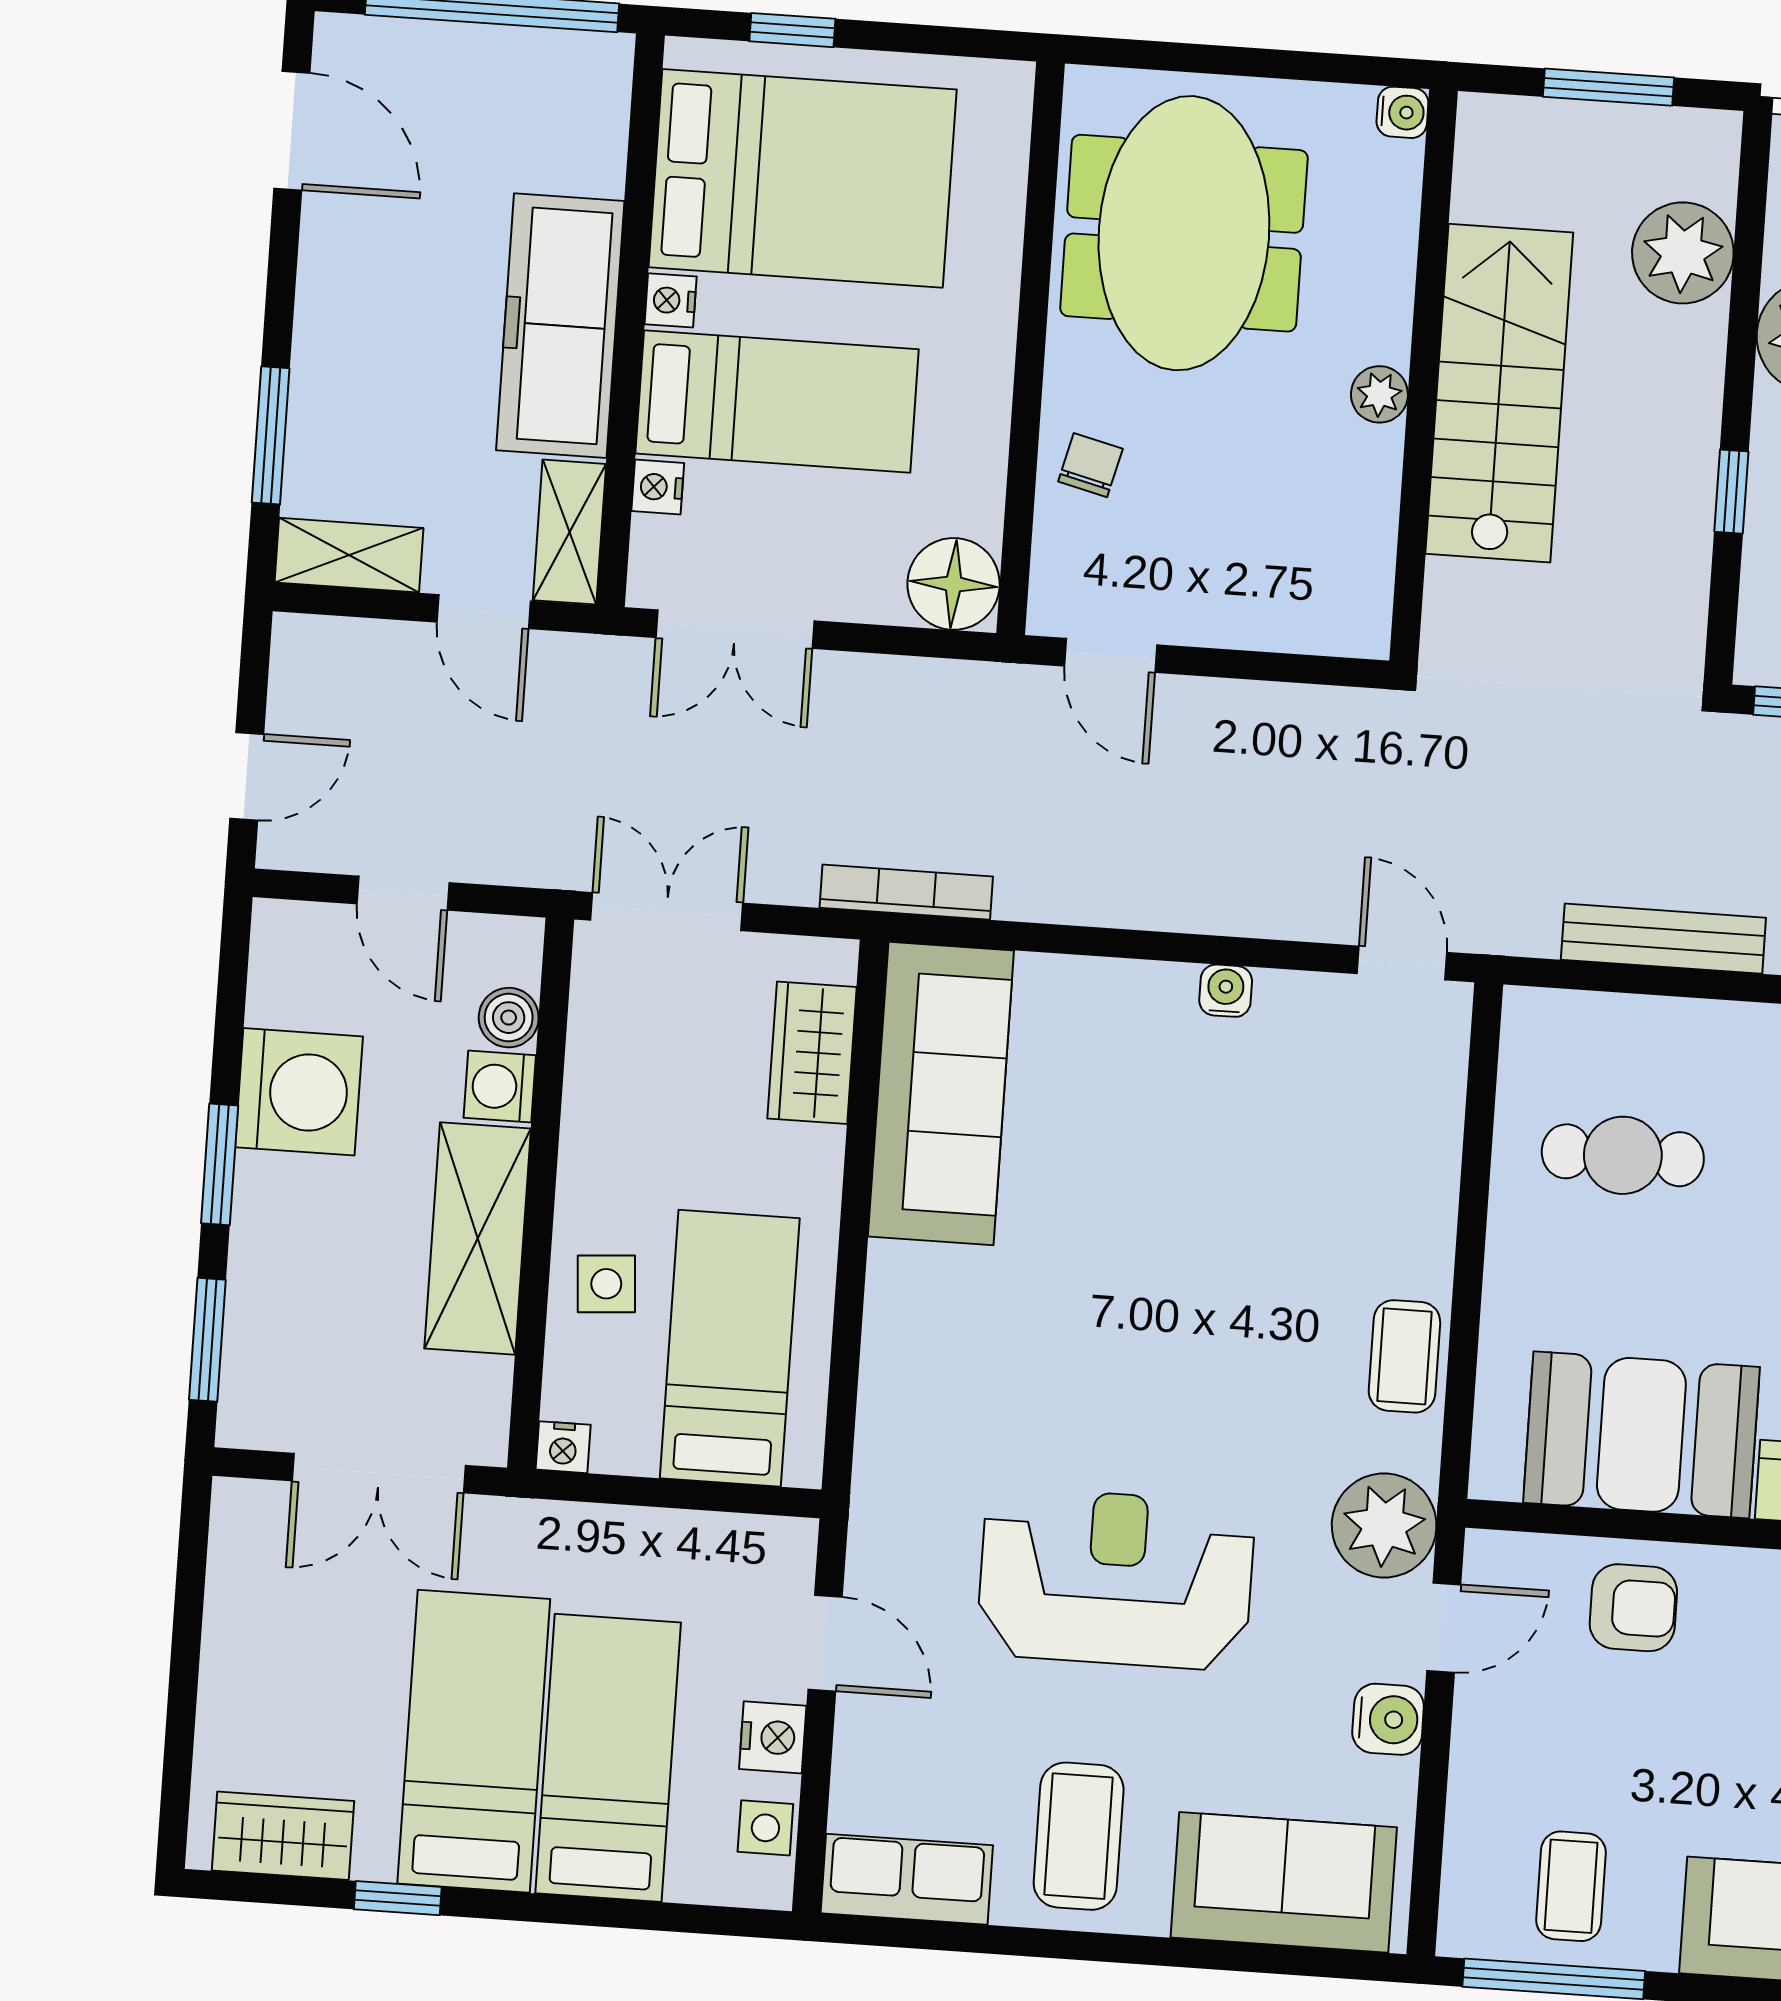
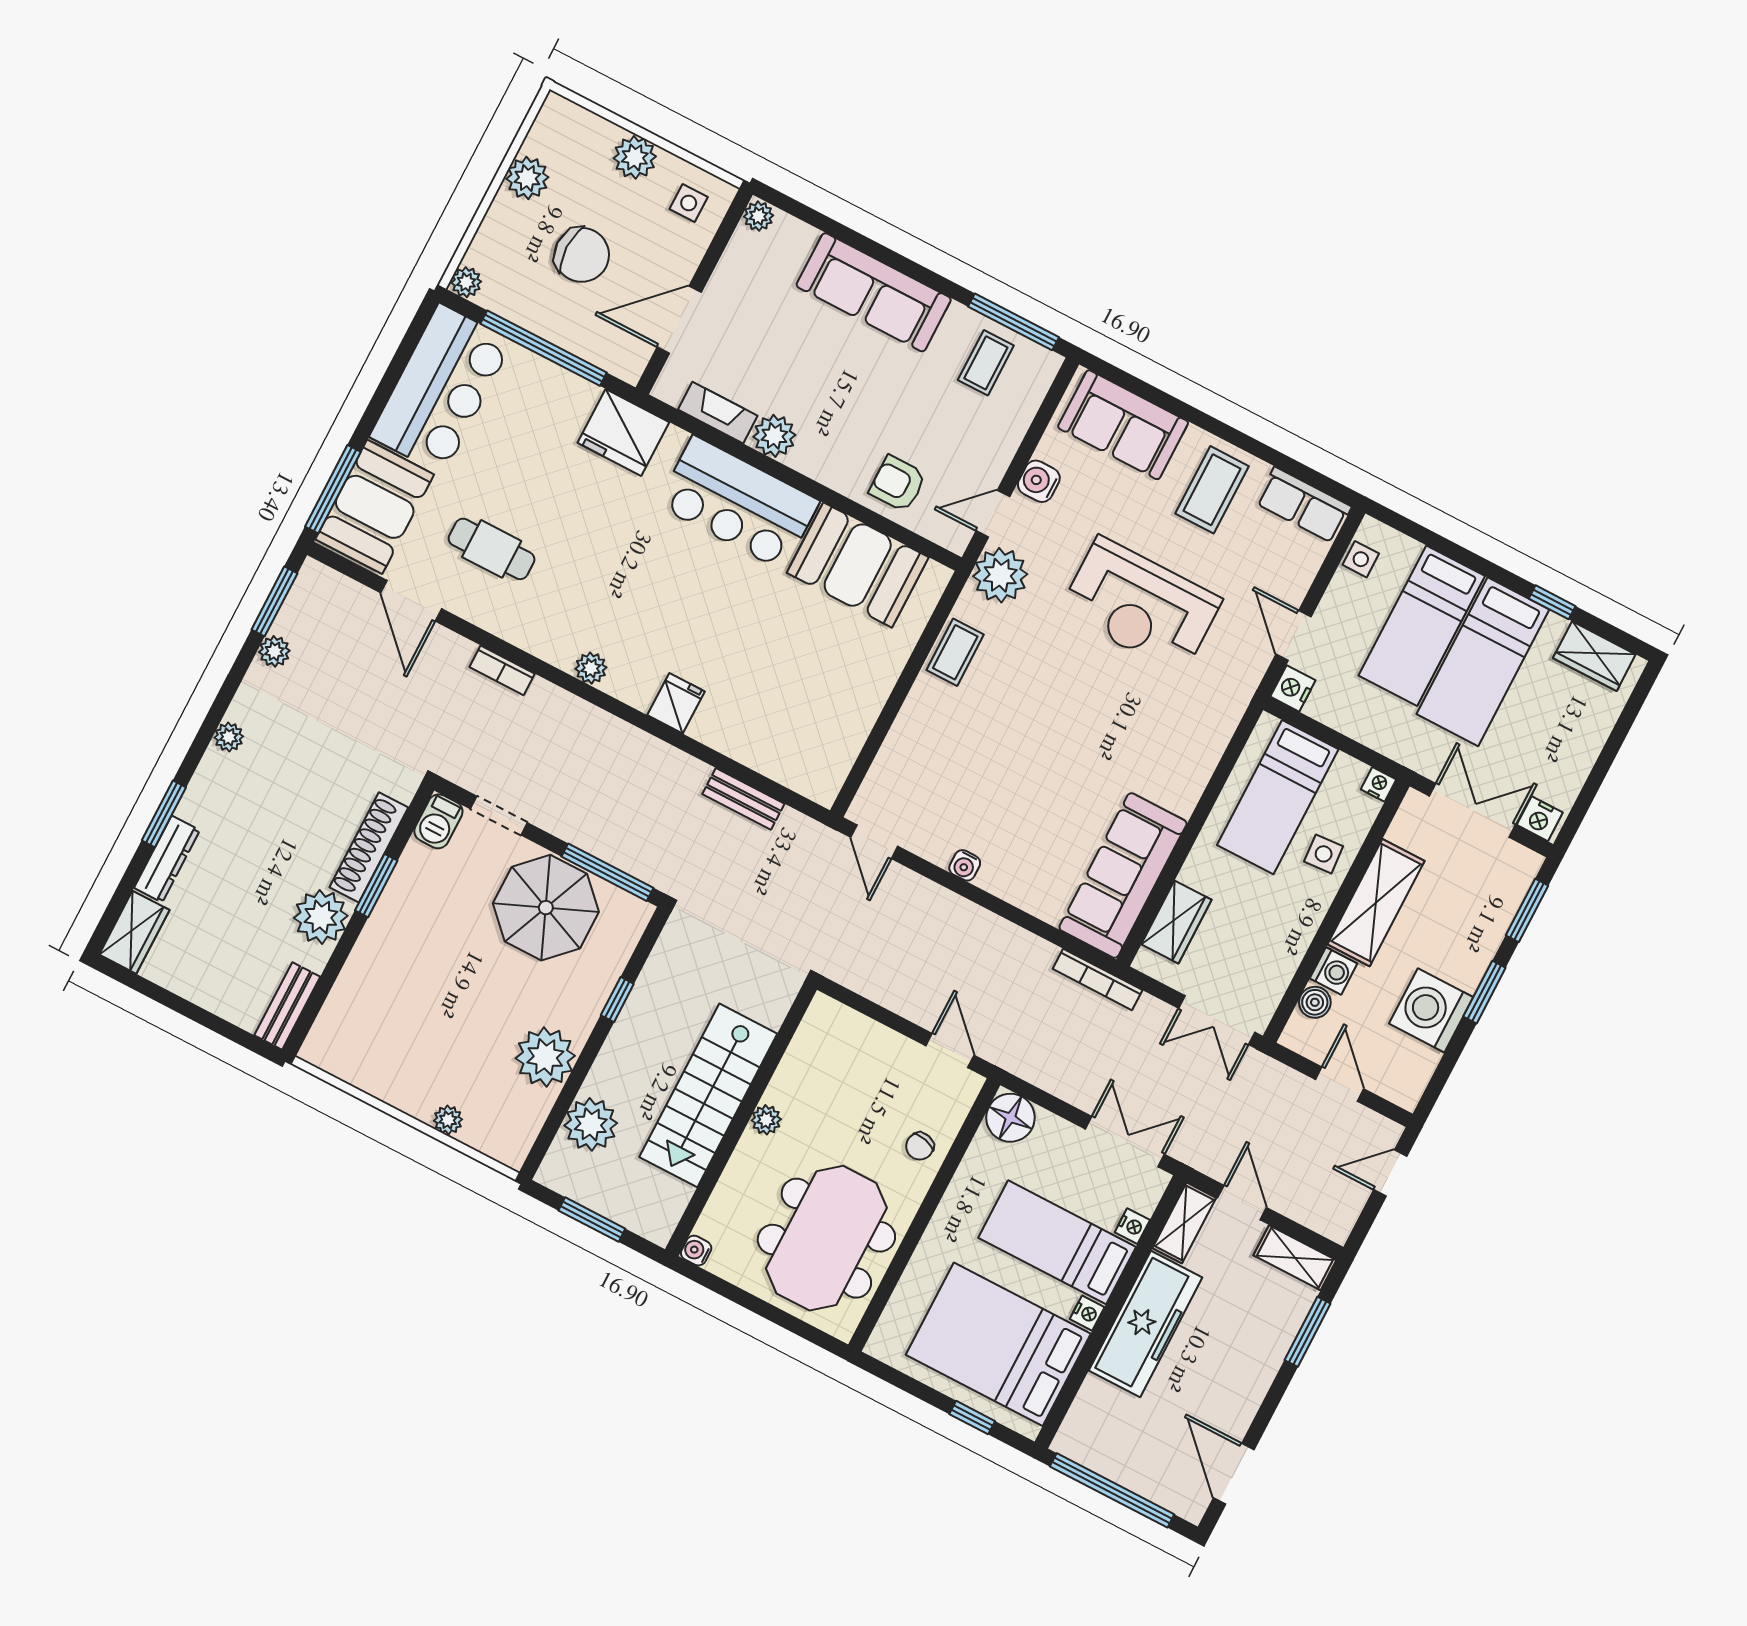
bench: (1663, 939) -> (743, 799), width x0.73
cafe table: (1623, 1155) -> (808, 703), removed
nightstand: (255, 1510) -> (1540, 819), added
nightstand: (773, 1737) -> (1293, 688), moved

